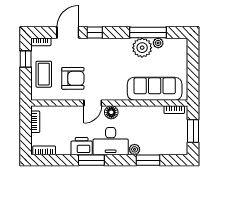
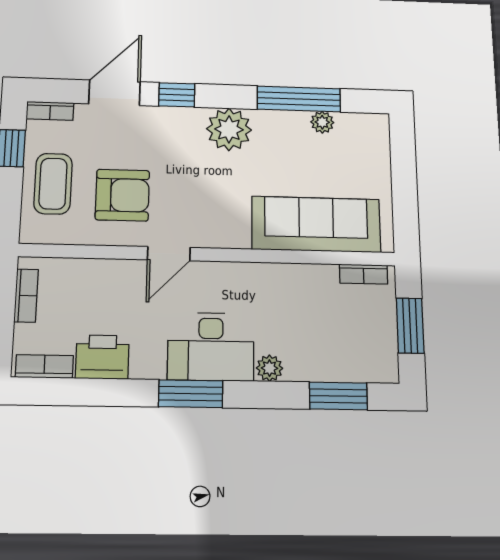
plant: (142, 48) -> (229, 129), moved
floor lamp: (111, 112) -> (213, 277), removed
printer: (82, 146) -> (102, 357), moved
window: (91, 160) -> (191, 394), moved
window: (148, 160) -> (338, 396), moved

